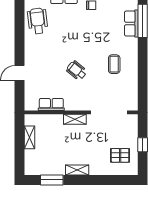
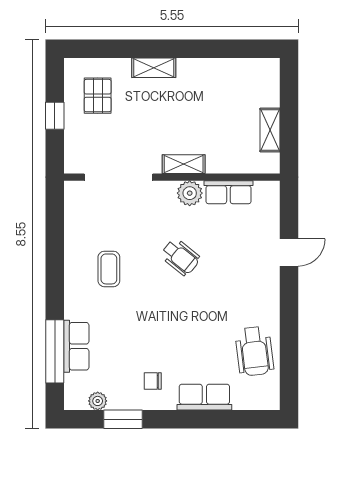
plant: (72, 104) -> (190, 193), added
pallet: (120, 155) -> (98, 96), turned 90
shelving: (77, 170) -> (154, 68), moved
window: (52, 180) -> (228, 49), removed

